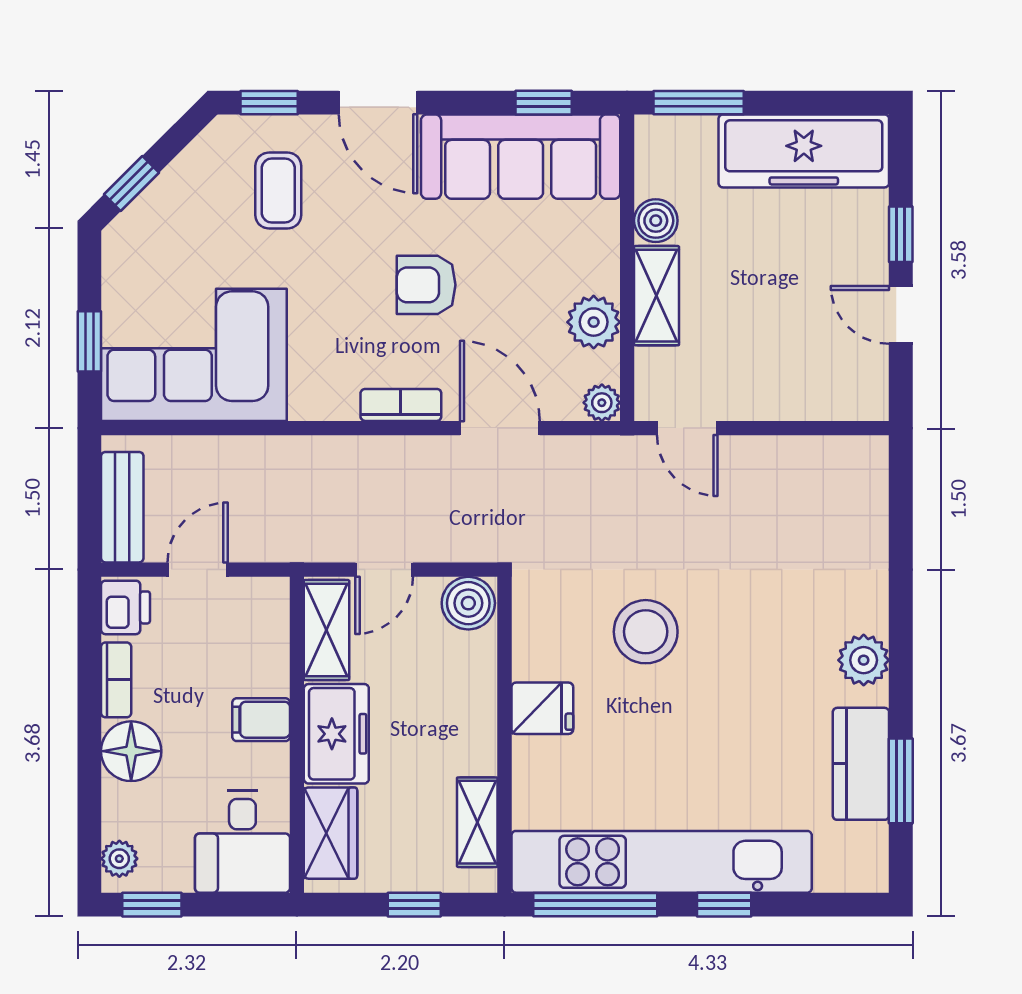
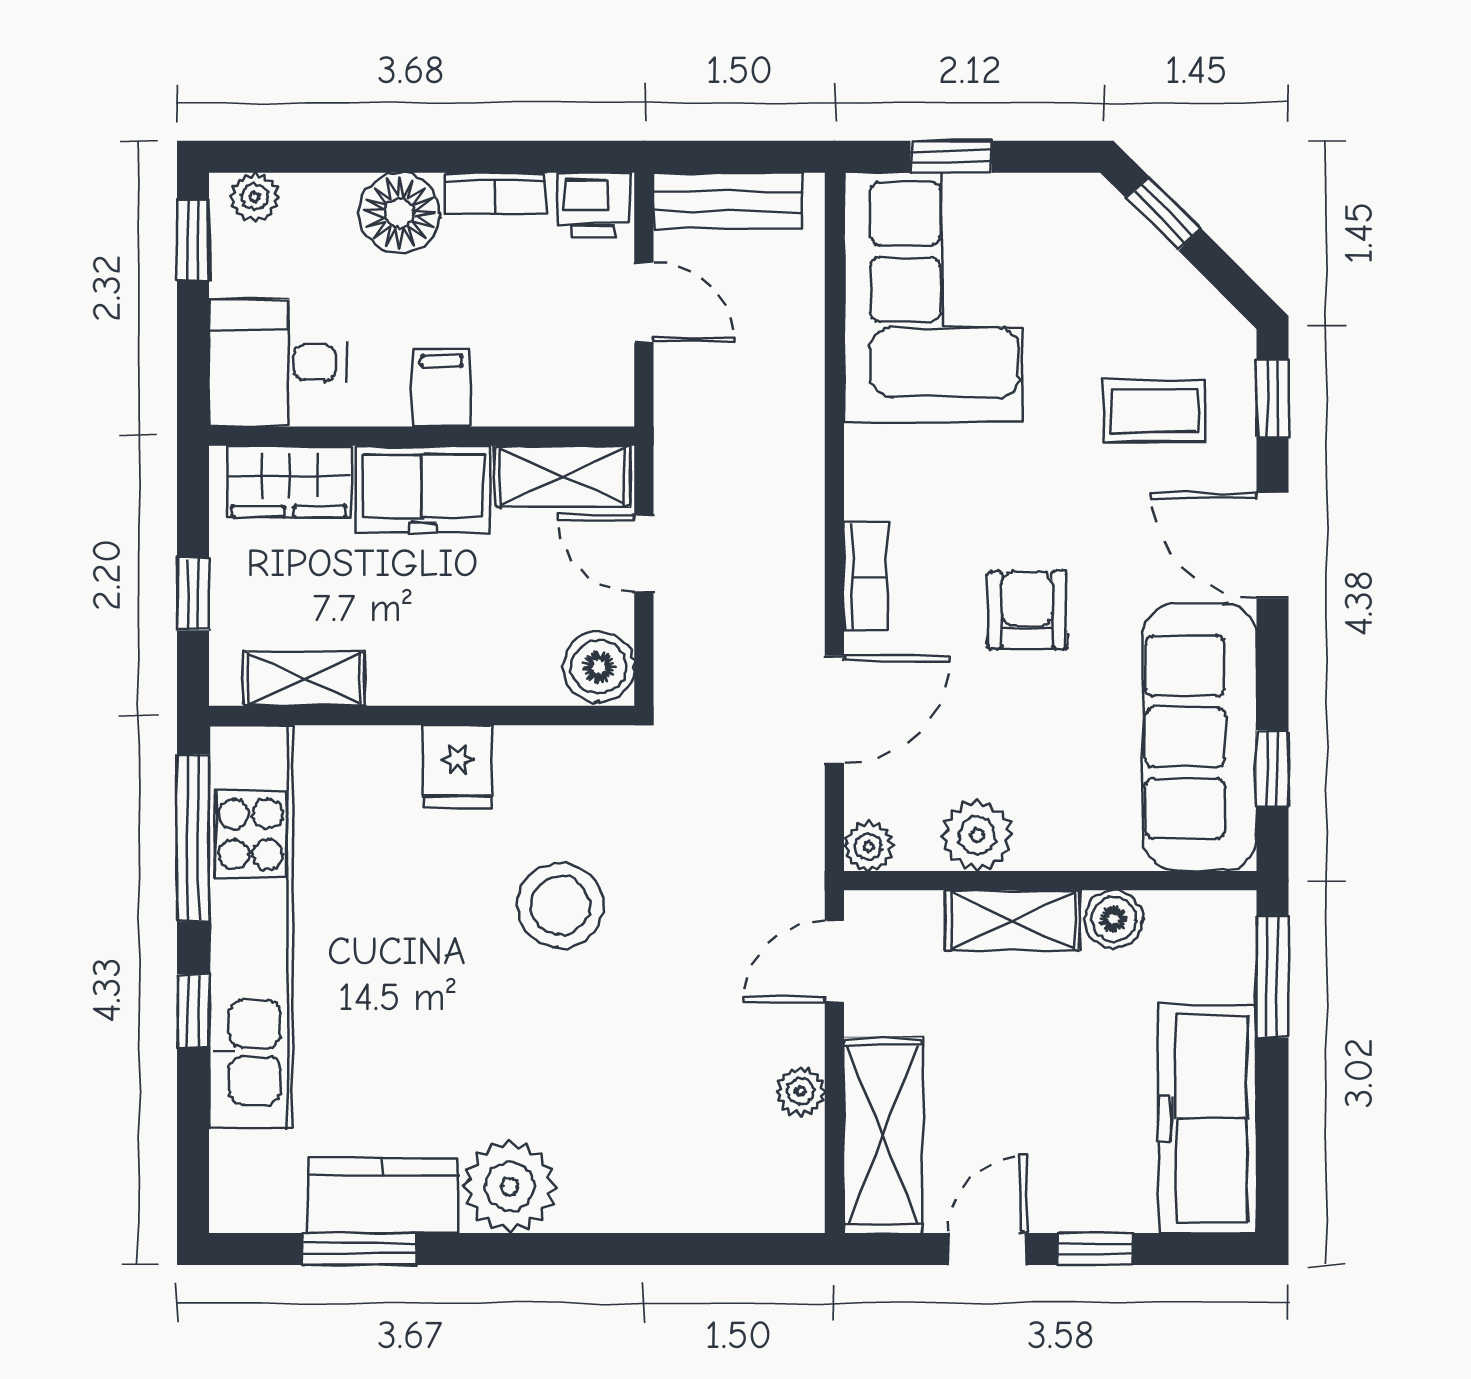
door: (378, 103) -> (1273, 545), hinge flipped
shelving: (816, 392) -> (883, 1135), added
plant: (784, 453) -> (800, 1091), added
plant: (864, 660) -> (510, 1186), width x1.36, depth x1.36

